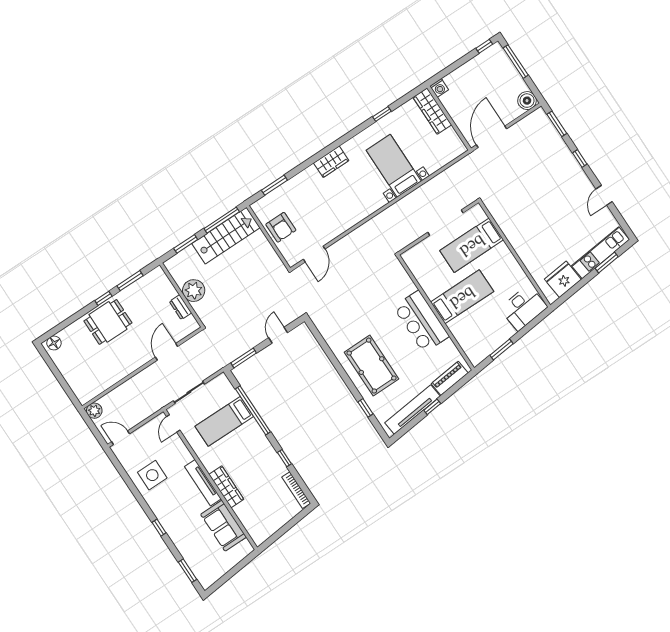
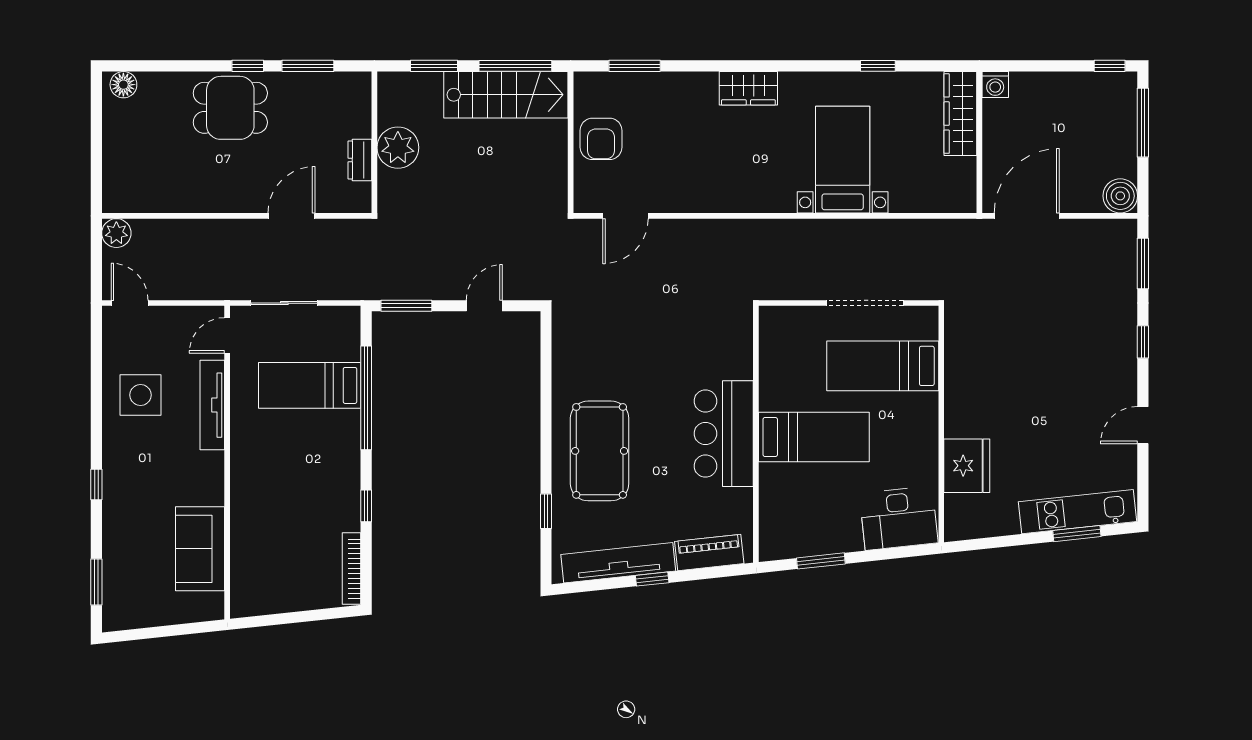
fridge: (563, 279) -> (967, 466), moved, turned 96
tv unit: (203, 483) -> (212, 405), moved
wardrobe: (226, 487) -> (245, 491), removed

